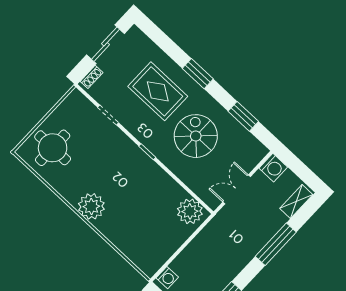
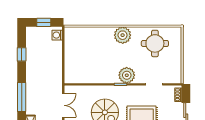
round table: (53, 148) -> (155, 43), moved
plant: (190, 211) -> (127, 75), moved

